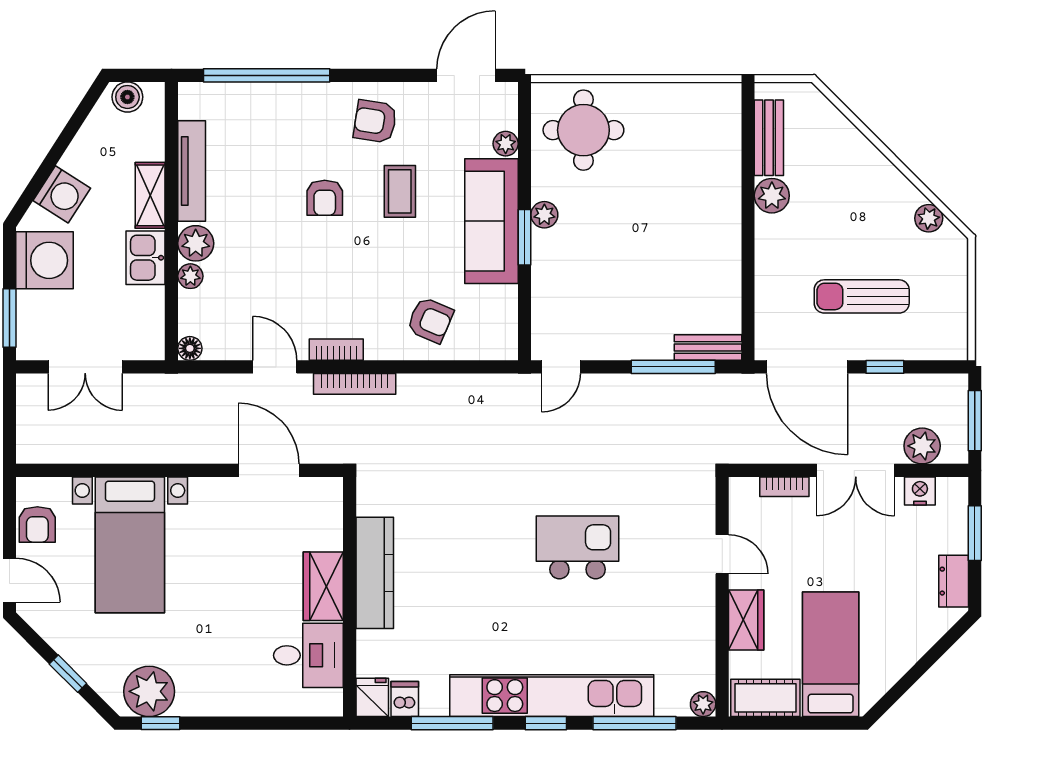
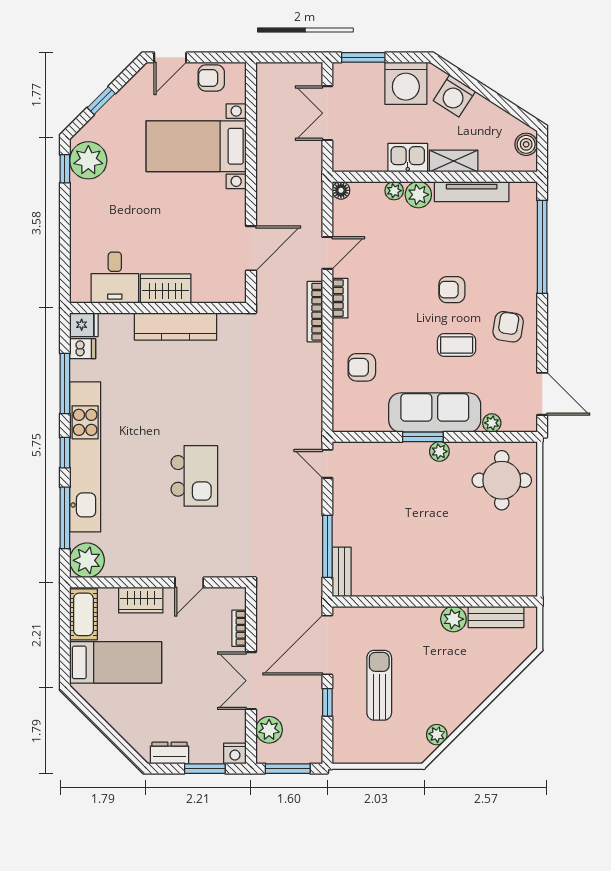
armchair: (430, 320) -> (362, 367), turned 67
nightstand: (920, 491) -> (235, 753), moved, turned 90
plant: (703, 704) -> (87, 560), width x1.88, depth x1.88

